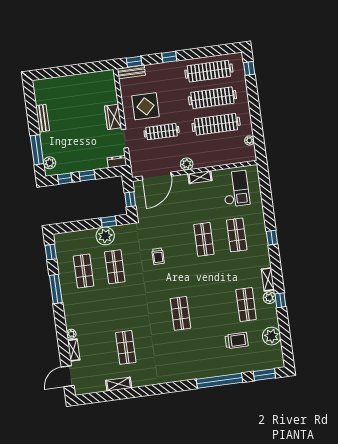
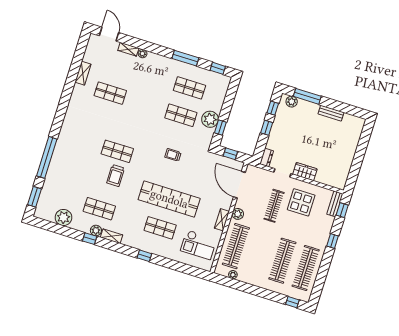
clothes rail: (216, 124) -> (236, 246), moved
shop shelf: (204, 239) -> (169, 199), width x2.00, depth x1.36
trolley: (237, 340) -> (116, 176), moved

